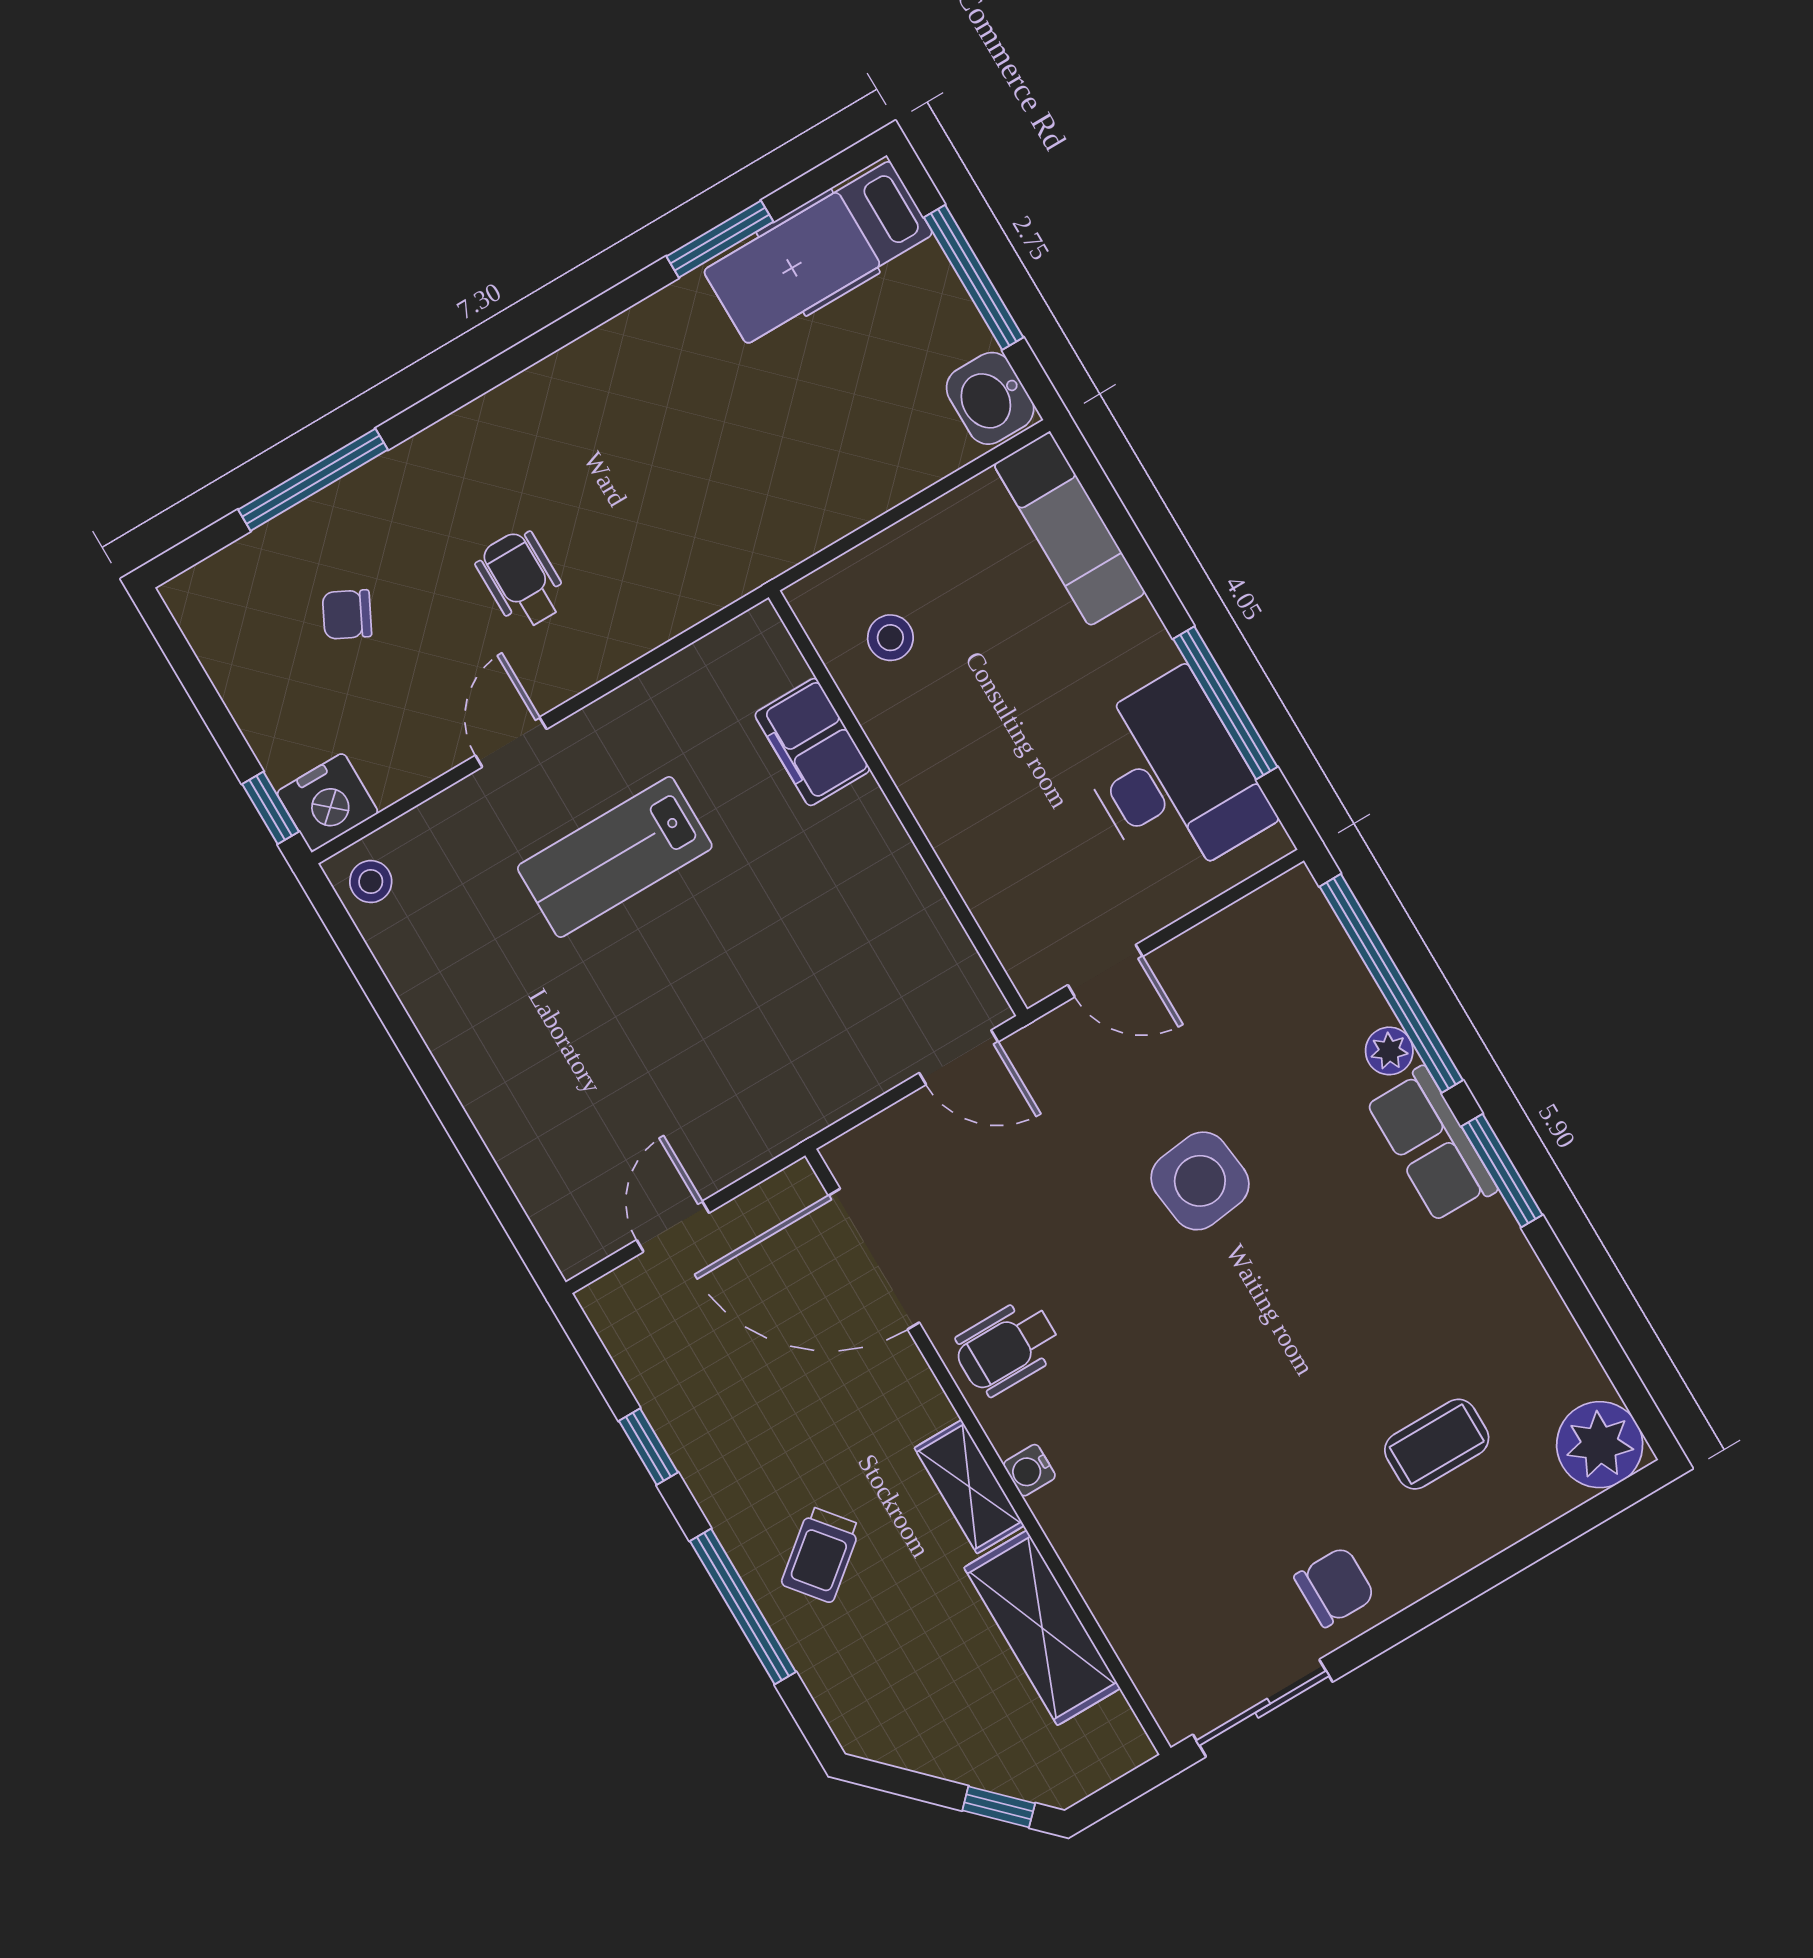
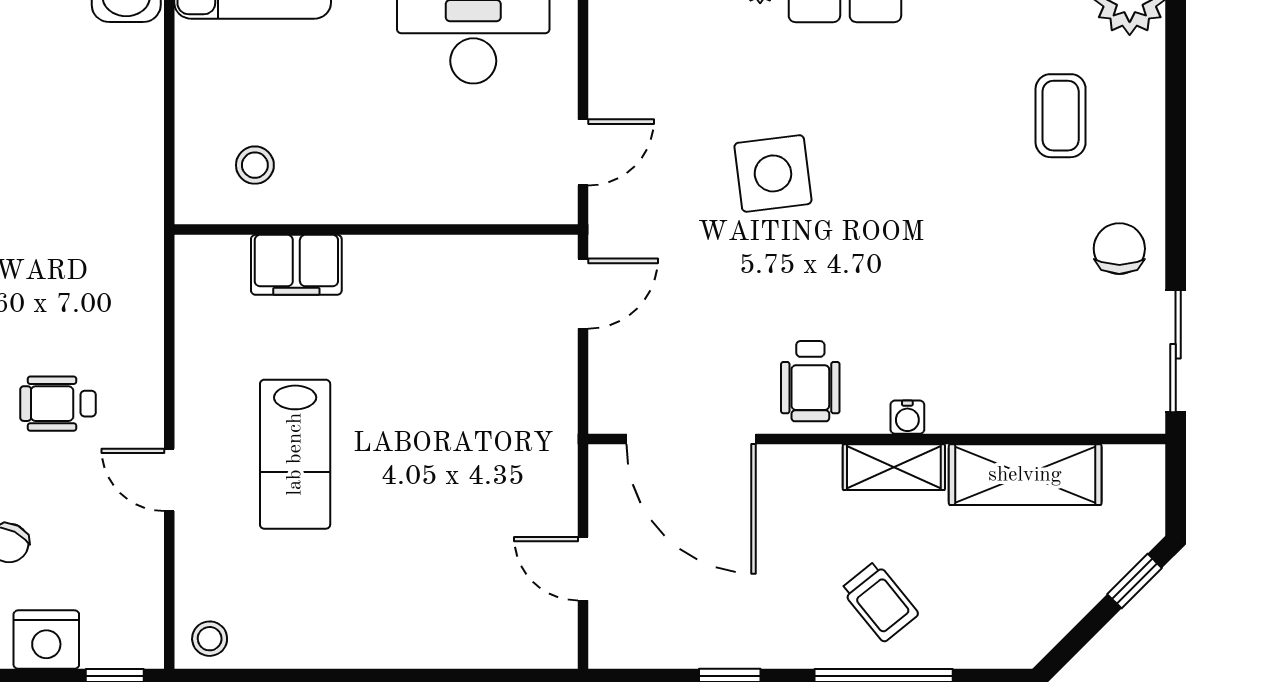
nightstand: (327, 802) -> (46, 640), moved, turned 90
door: (874, 1259) -> (691, 439), hinge flipped

